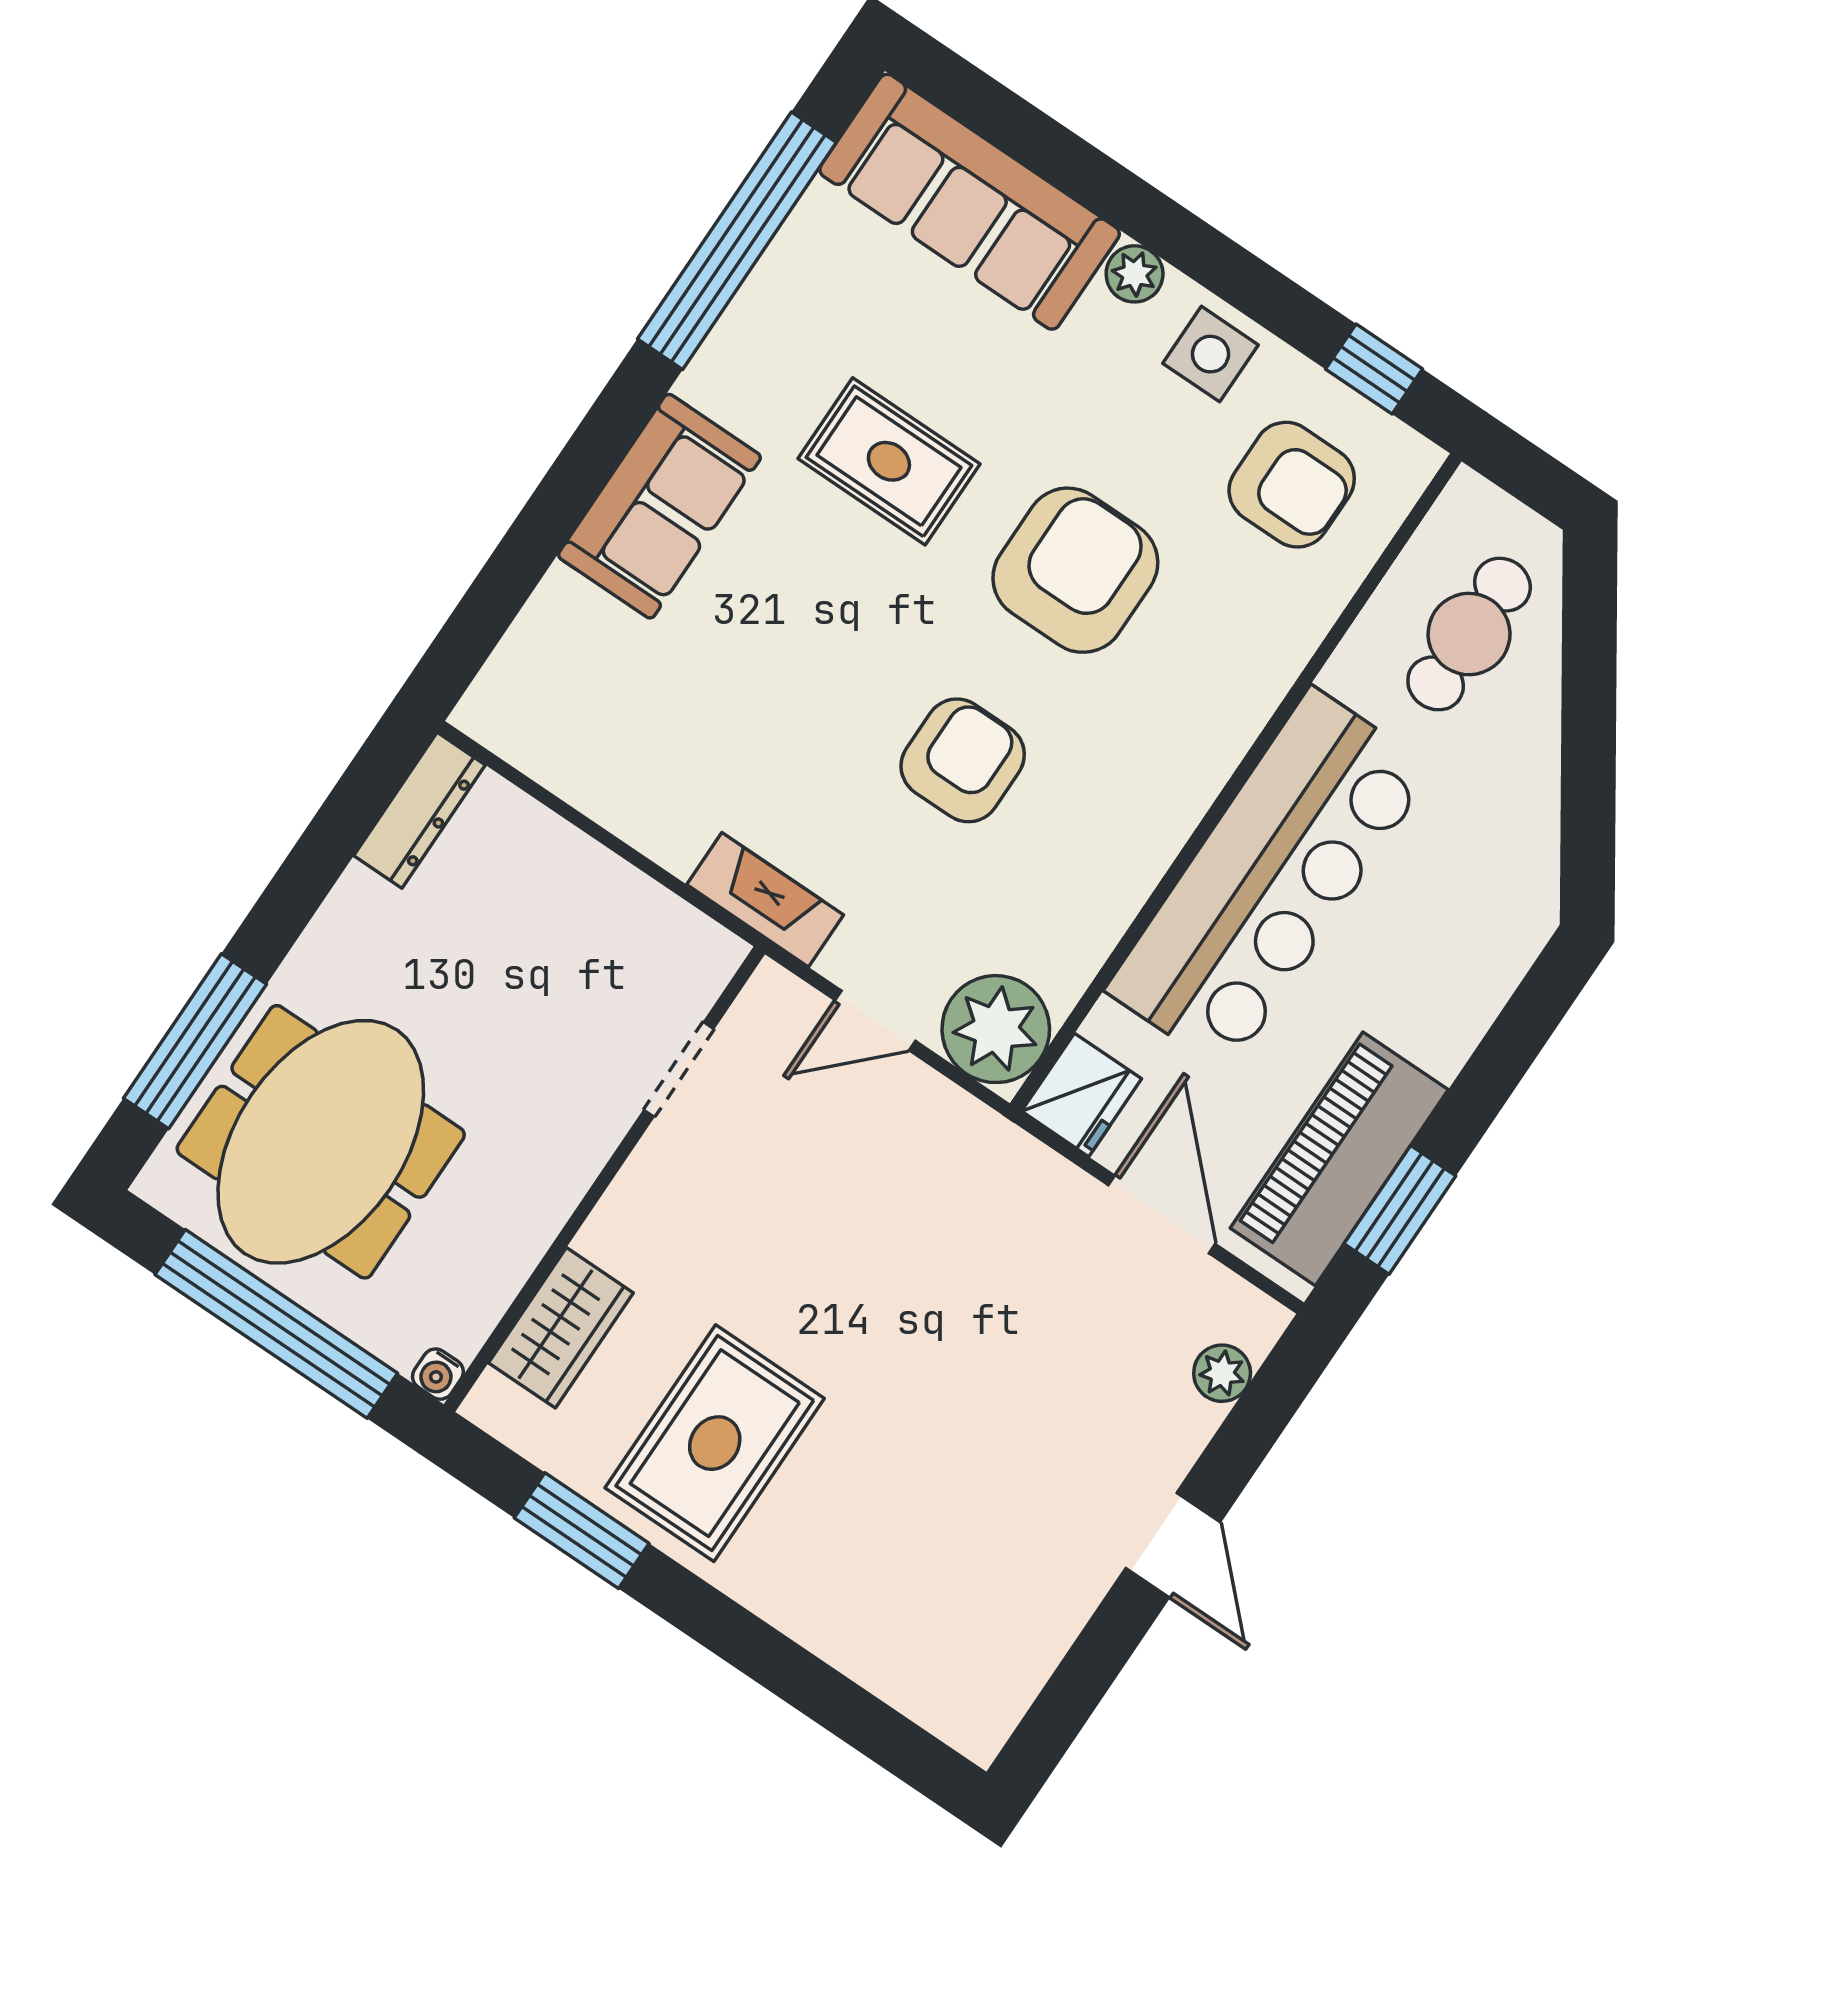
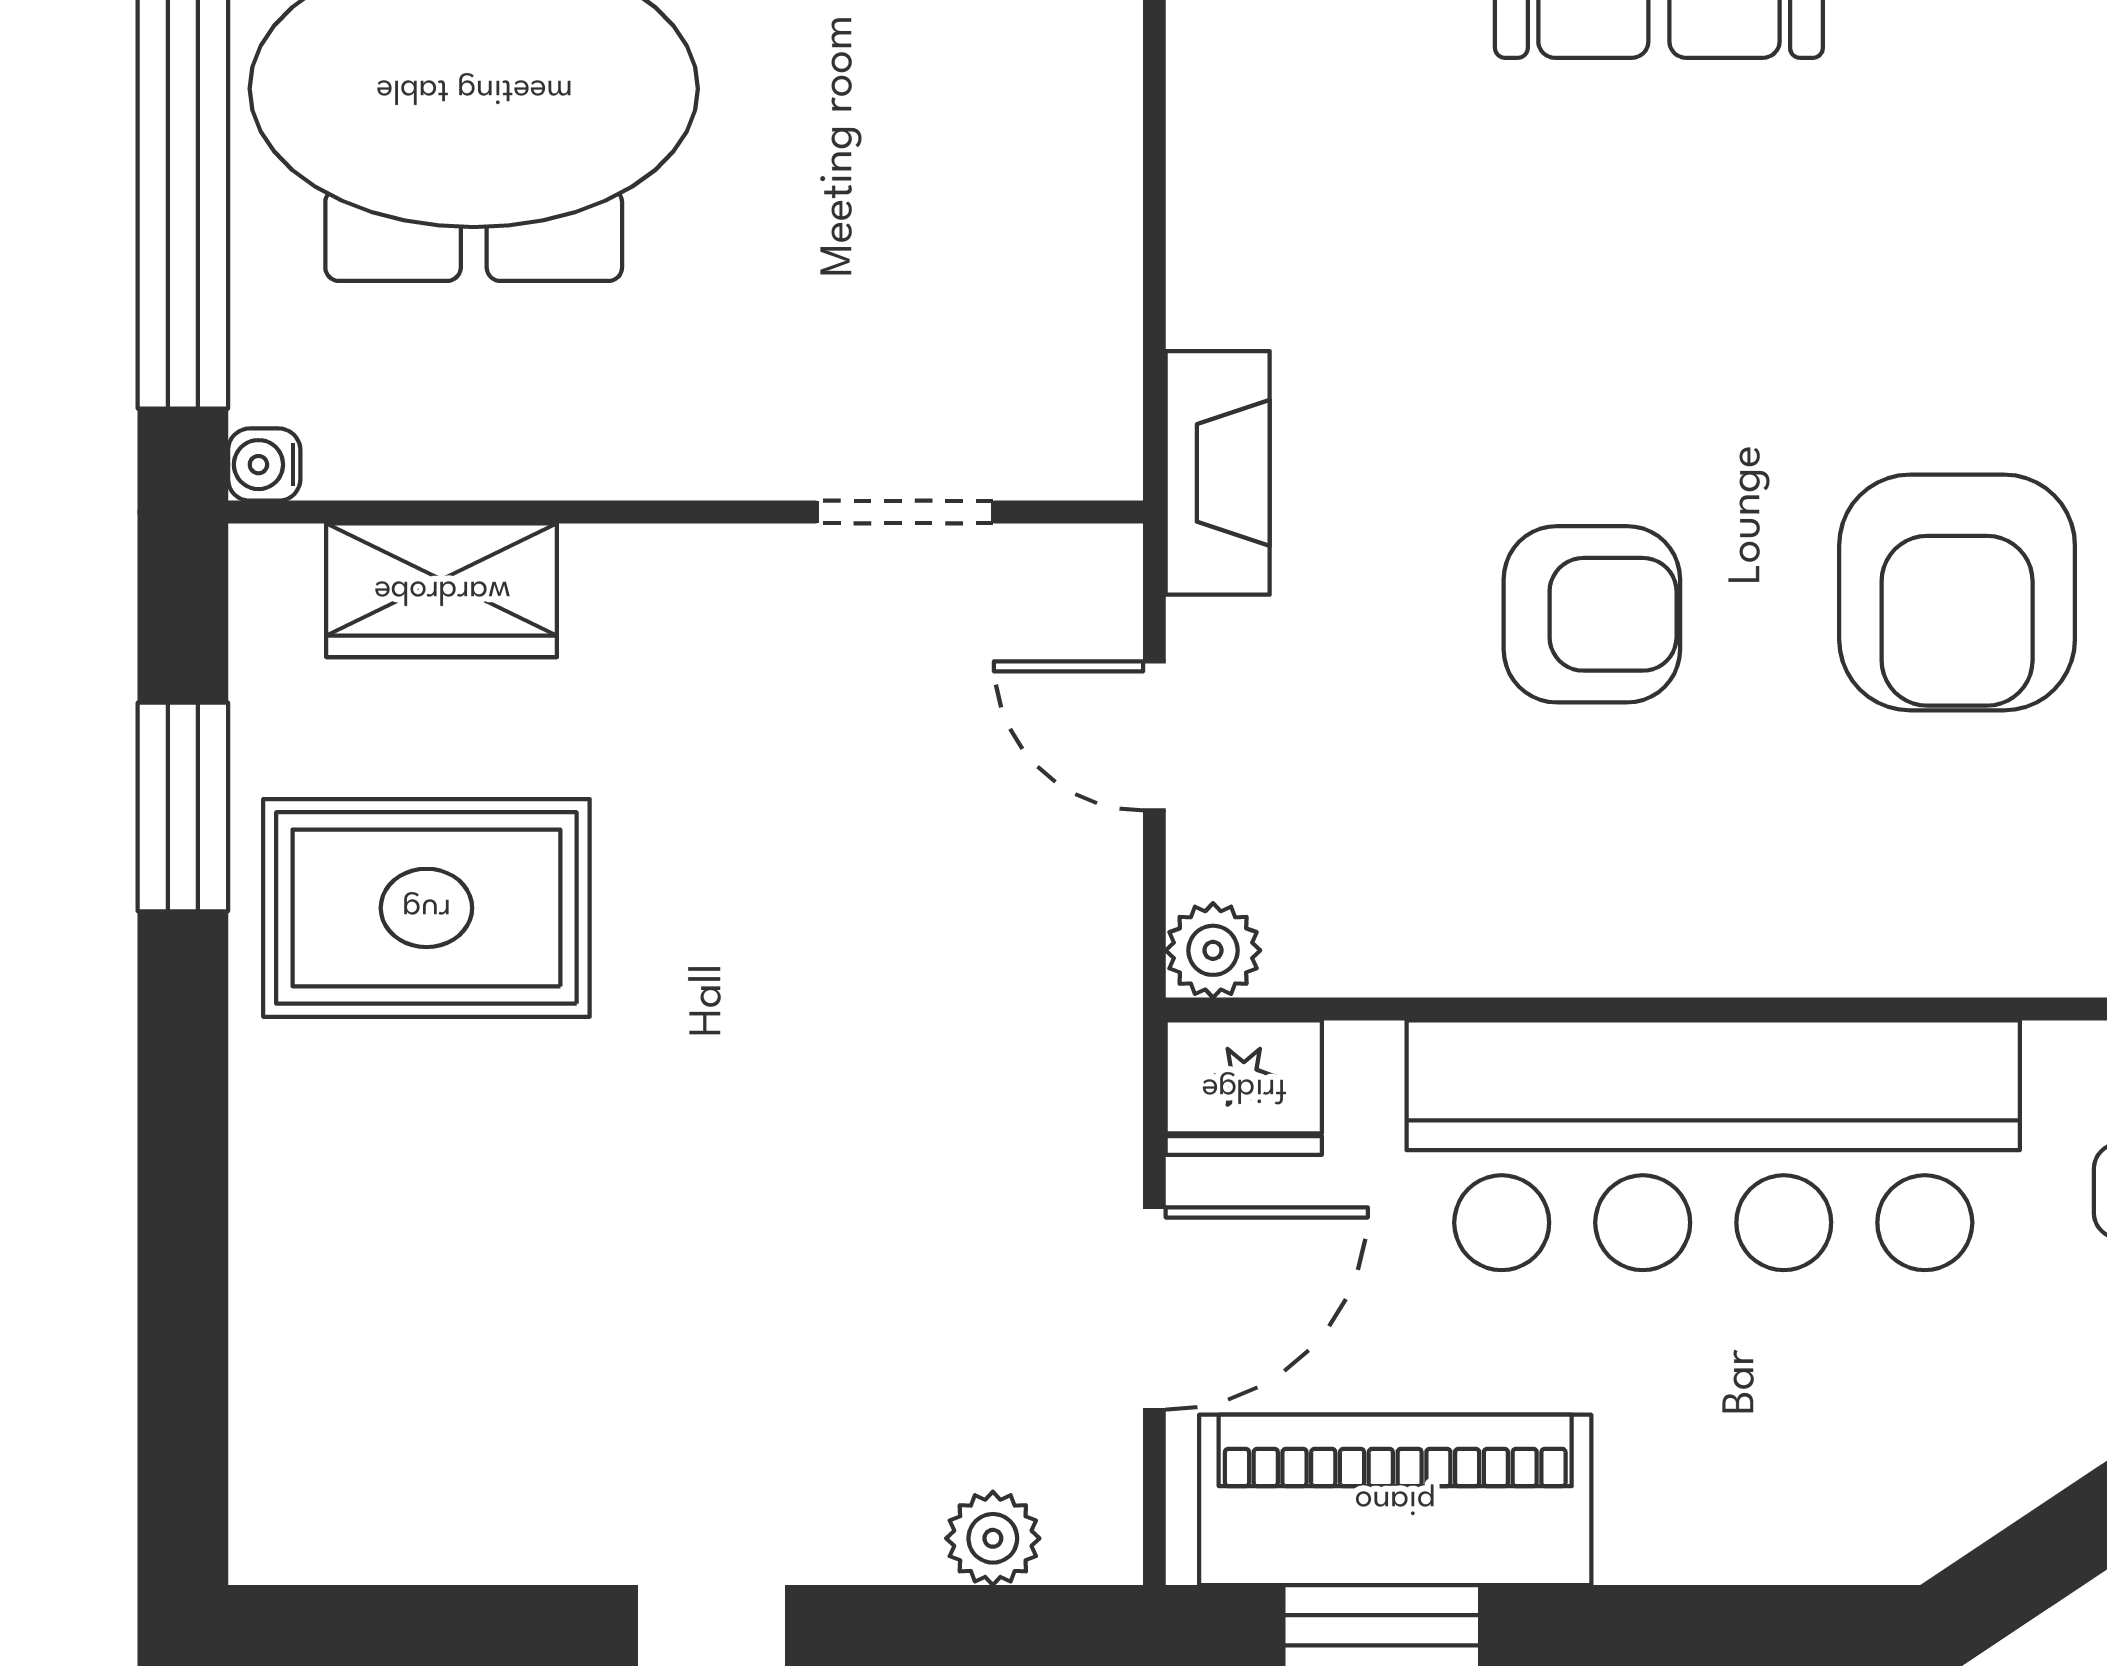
rug: (889, 461) -> (1933, 236), removed
armchair: (1075, 570) -> (1957, 592), turned 90
plant: (996, 1029) -> (1213, 950), width x0.53, depth x0.53

